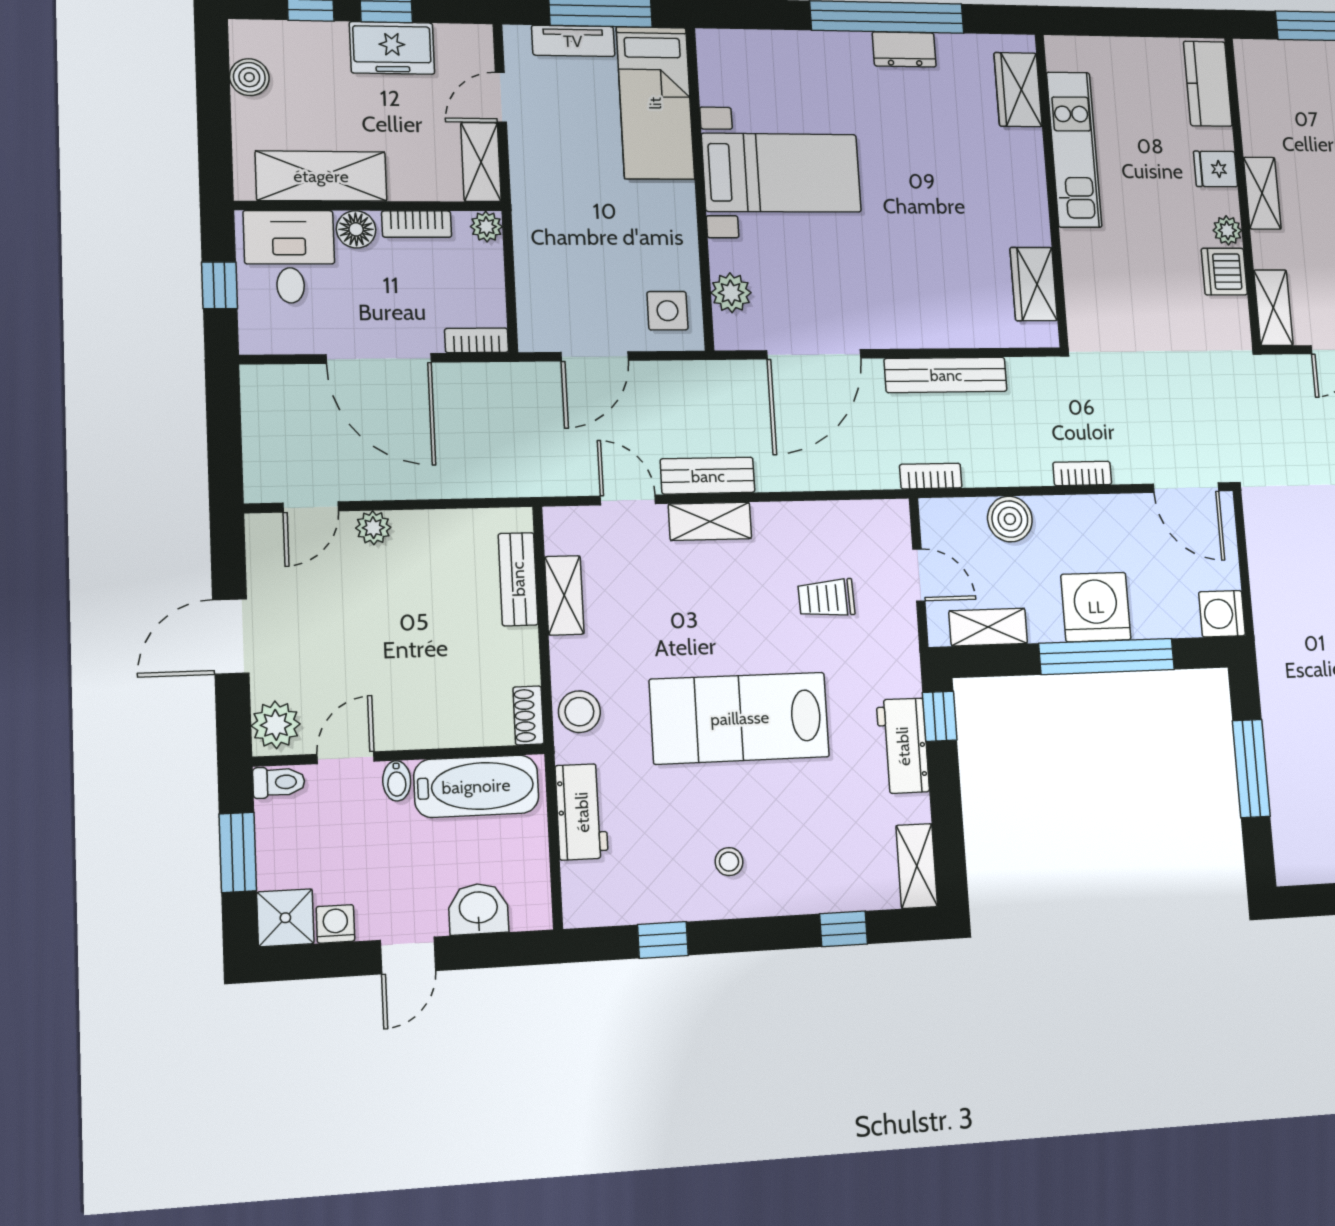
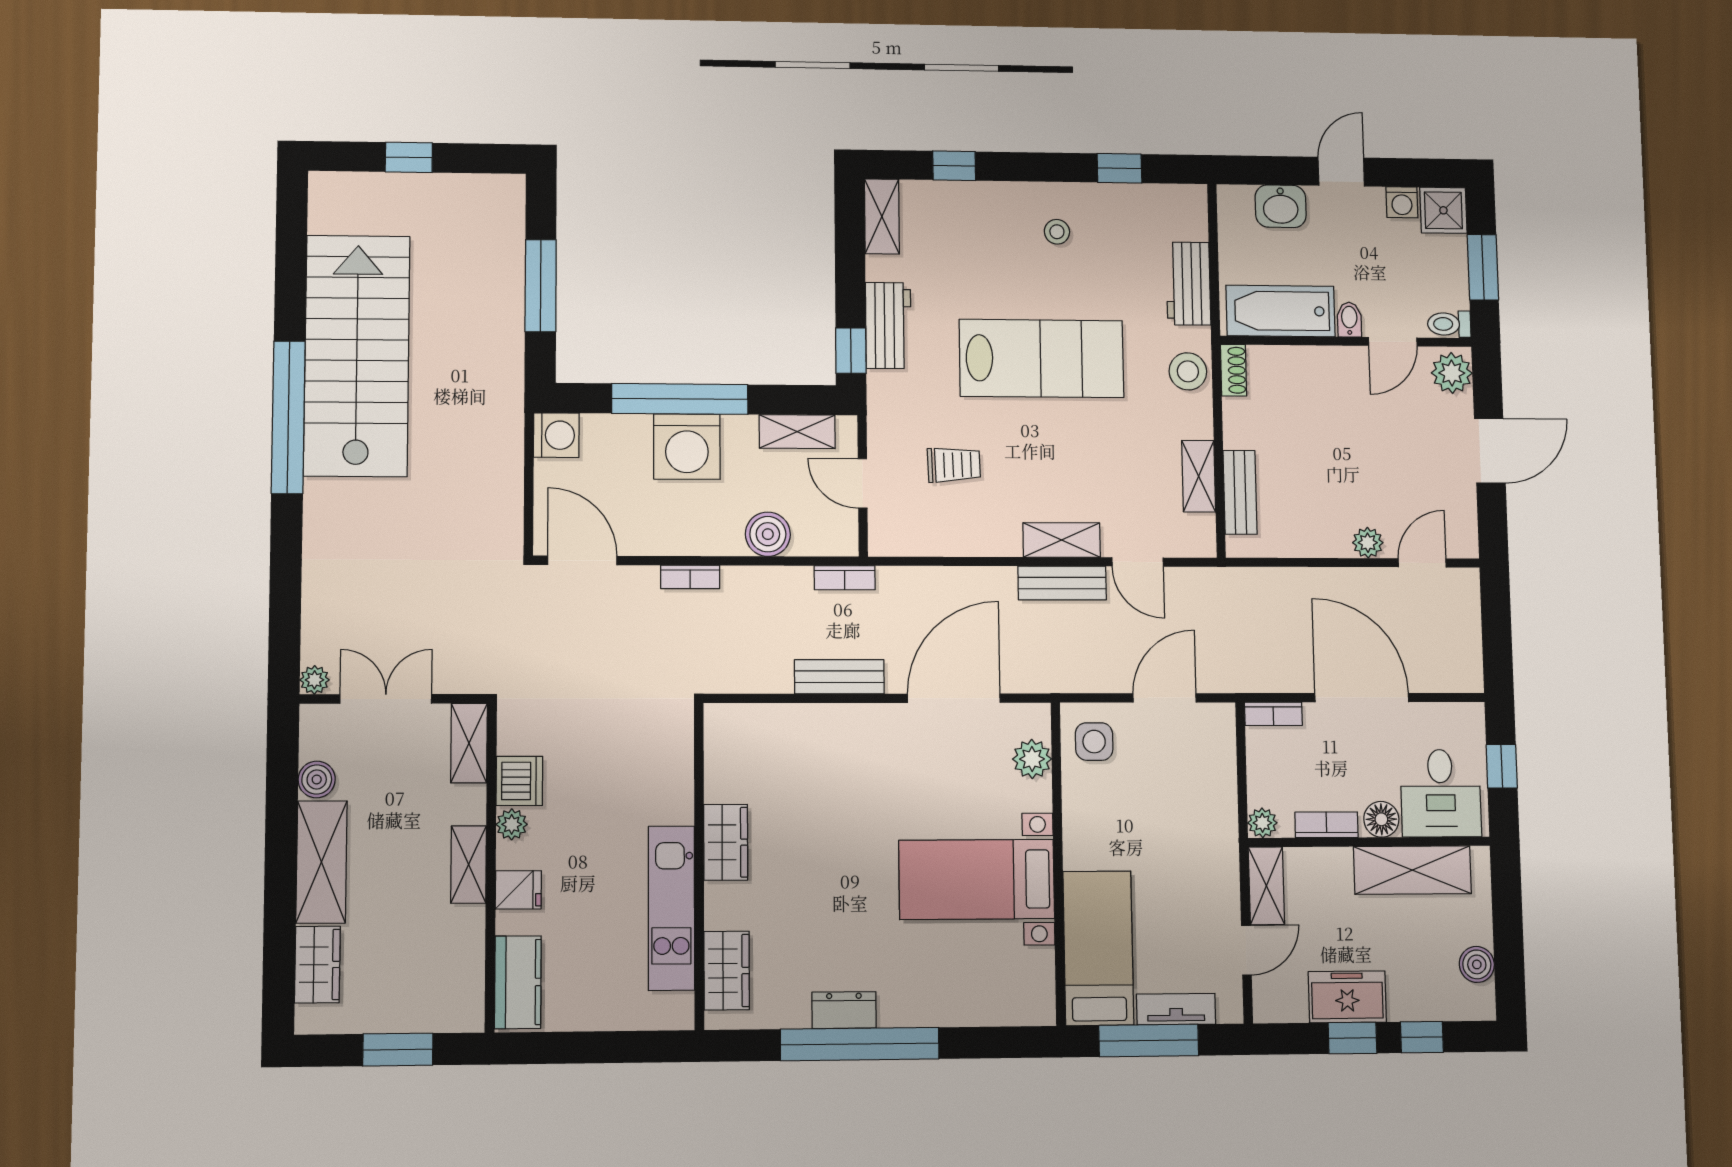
wardrobe: (1034, 284) -> (726, 842), moved
bench: (946, 375) -> (839, 677), width x0.73

